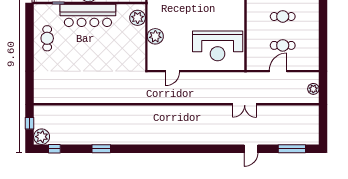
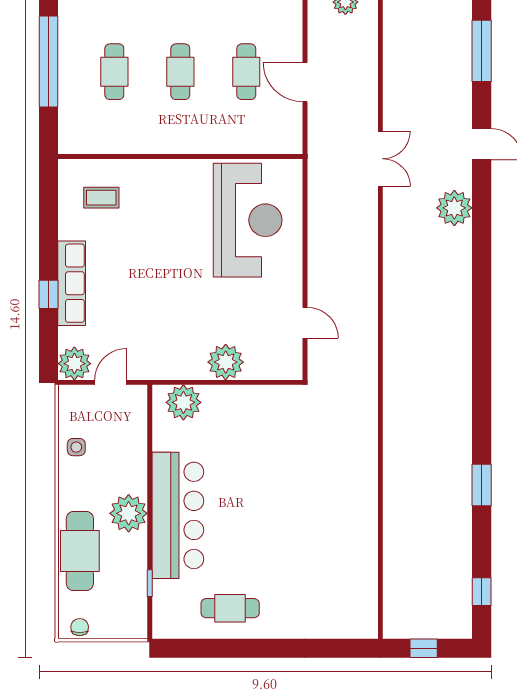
plant: (42, 137) -> (454, 208), moved

